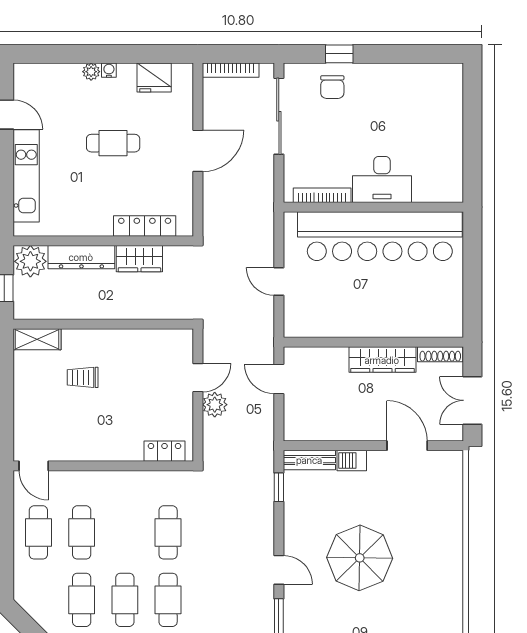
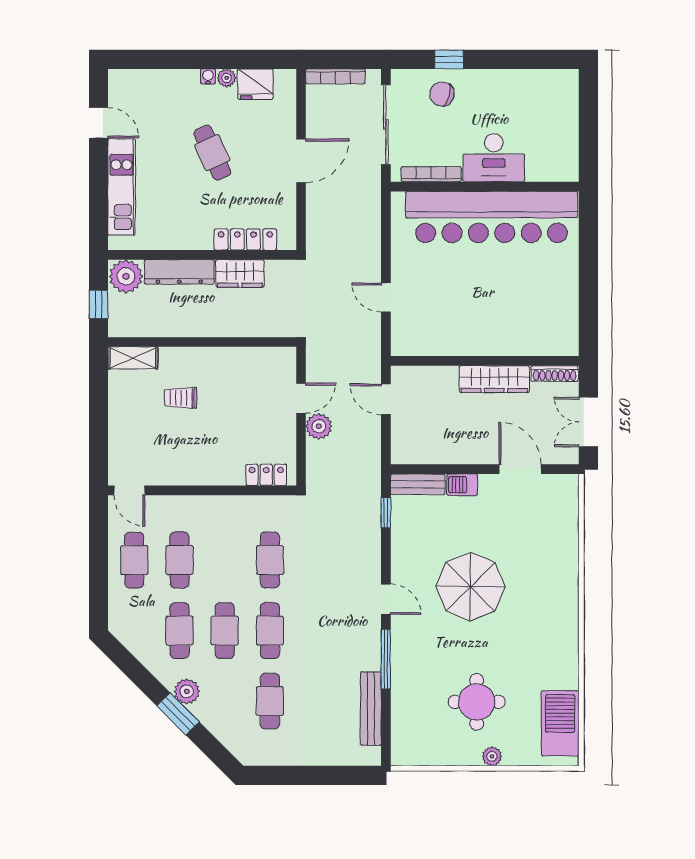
plant: (91, 72) -> (227, 78), moved
chair: (332, 87) -> (442, 94), turned 105
cafe table: (113, 143) -> (212, 153), turned 66
desk: (382, 179) -> (494, 158), moved
bookcase: (322, 195) -> (431, 174), moved
wall: (373, 207) -> (485, 187), moved
bar counter: (380, 236) -> (492, 217), moved

